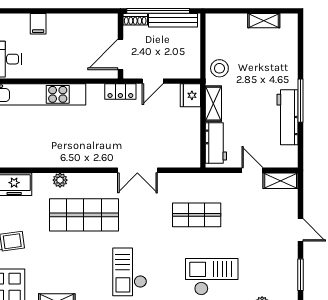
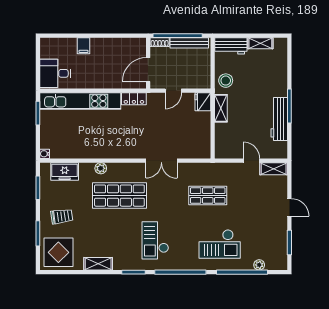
locker: (120, 92) -> (134, 99), moved
workbench: (216, 143) -> (231, 46), moved, turned 90
checkout: (212, 277) -> (220, 244), turned 180

